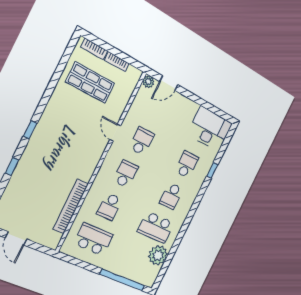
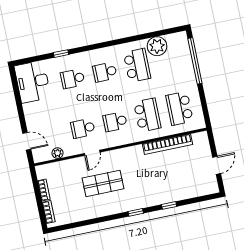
plant: (148, 82) -> (58, 153), moved
shop shelf: (90, 83) -> (103, 183), moved, turned 90
school desk: (171, 196) -> (105, 72), turned 180
school desk: (110, 207) -> (147, 115), width x1.85

